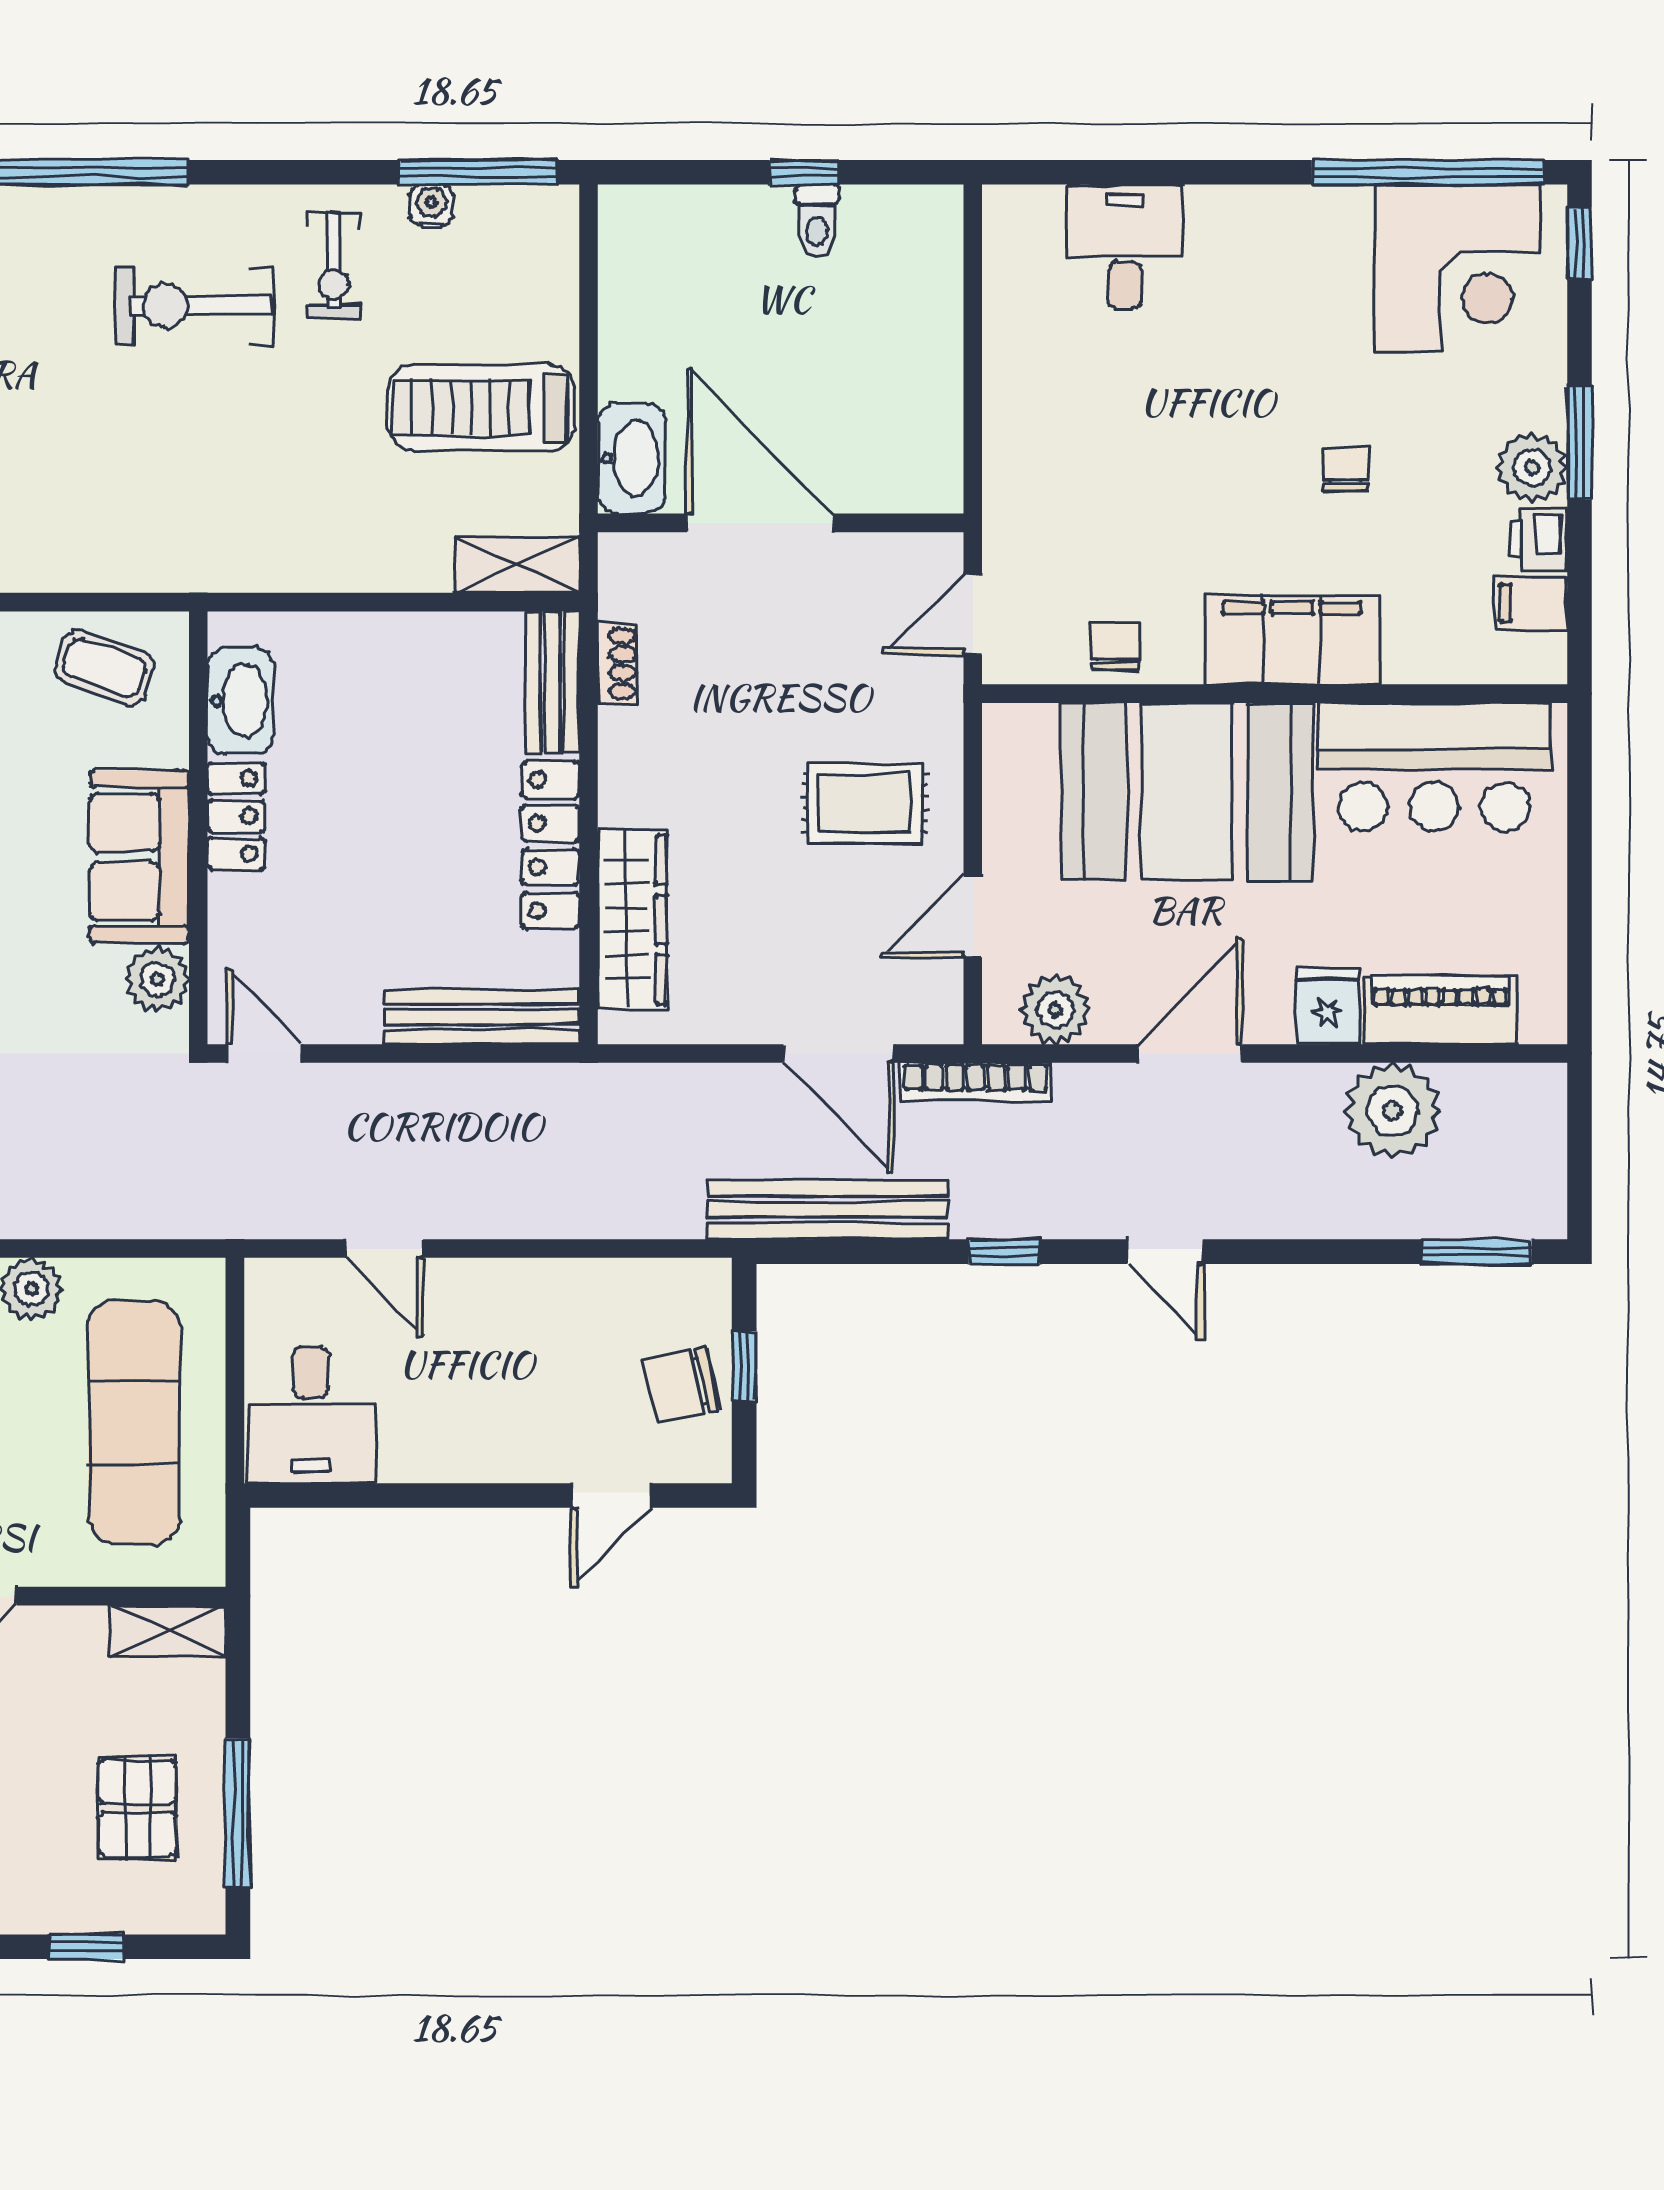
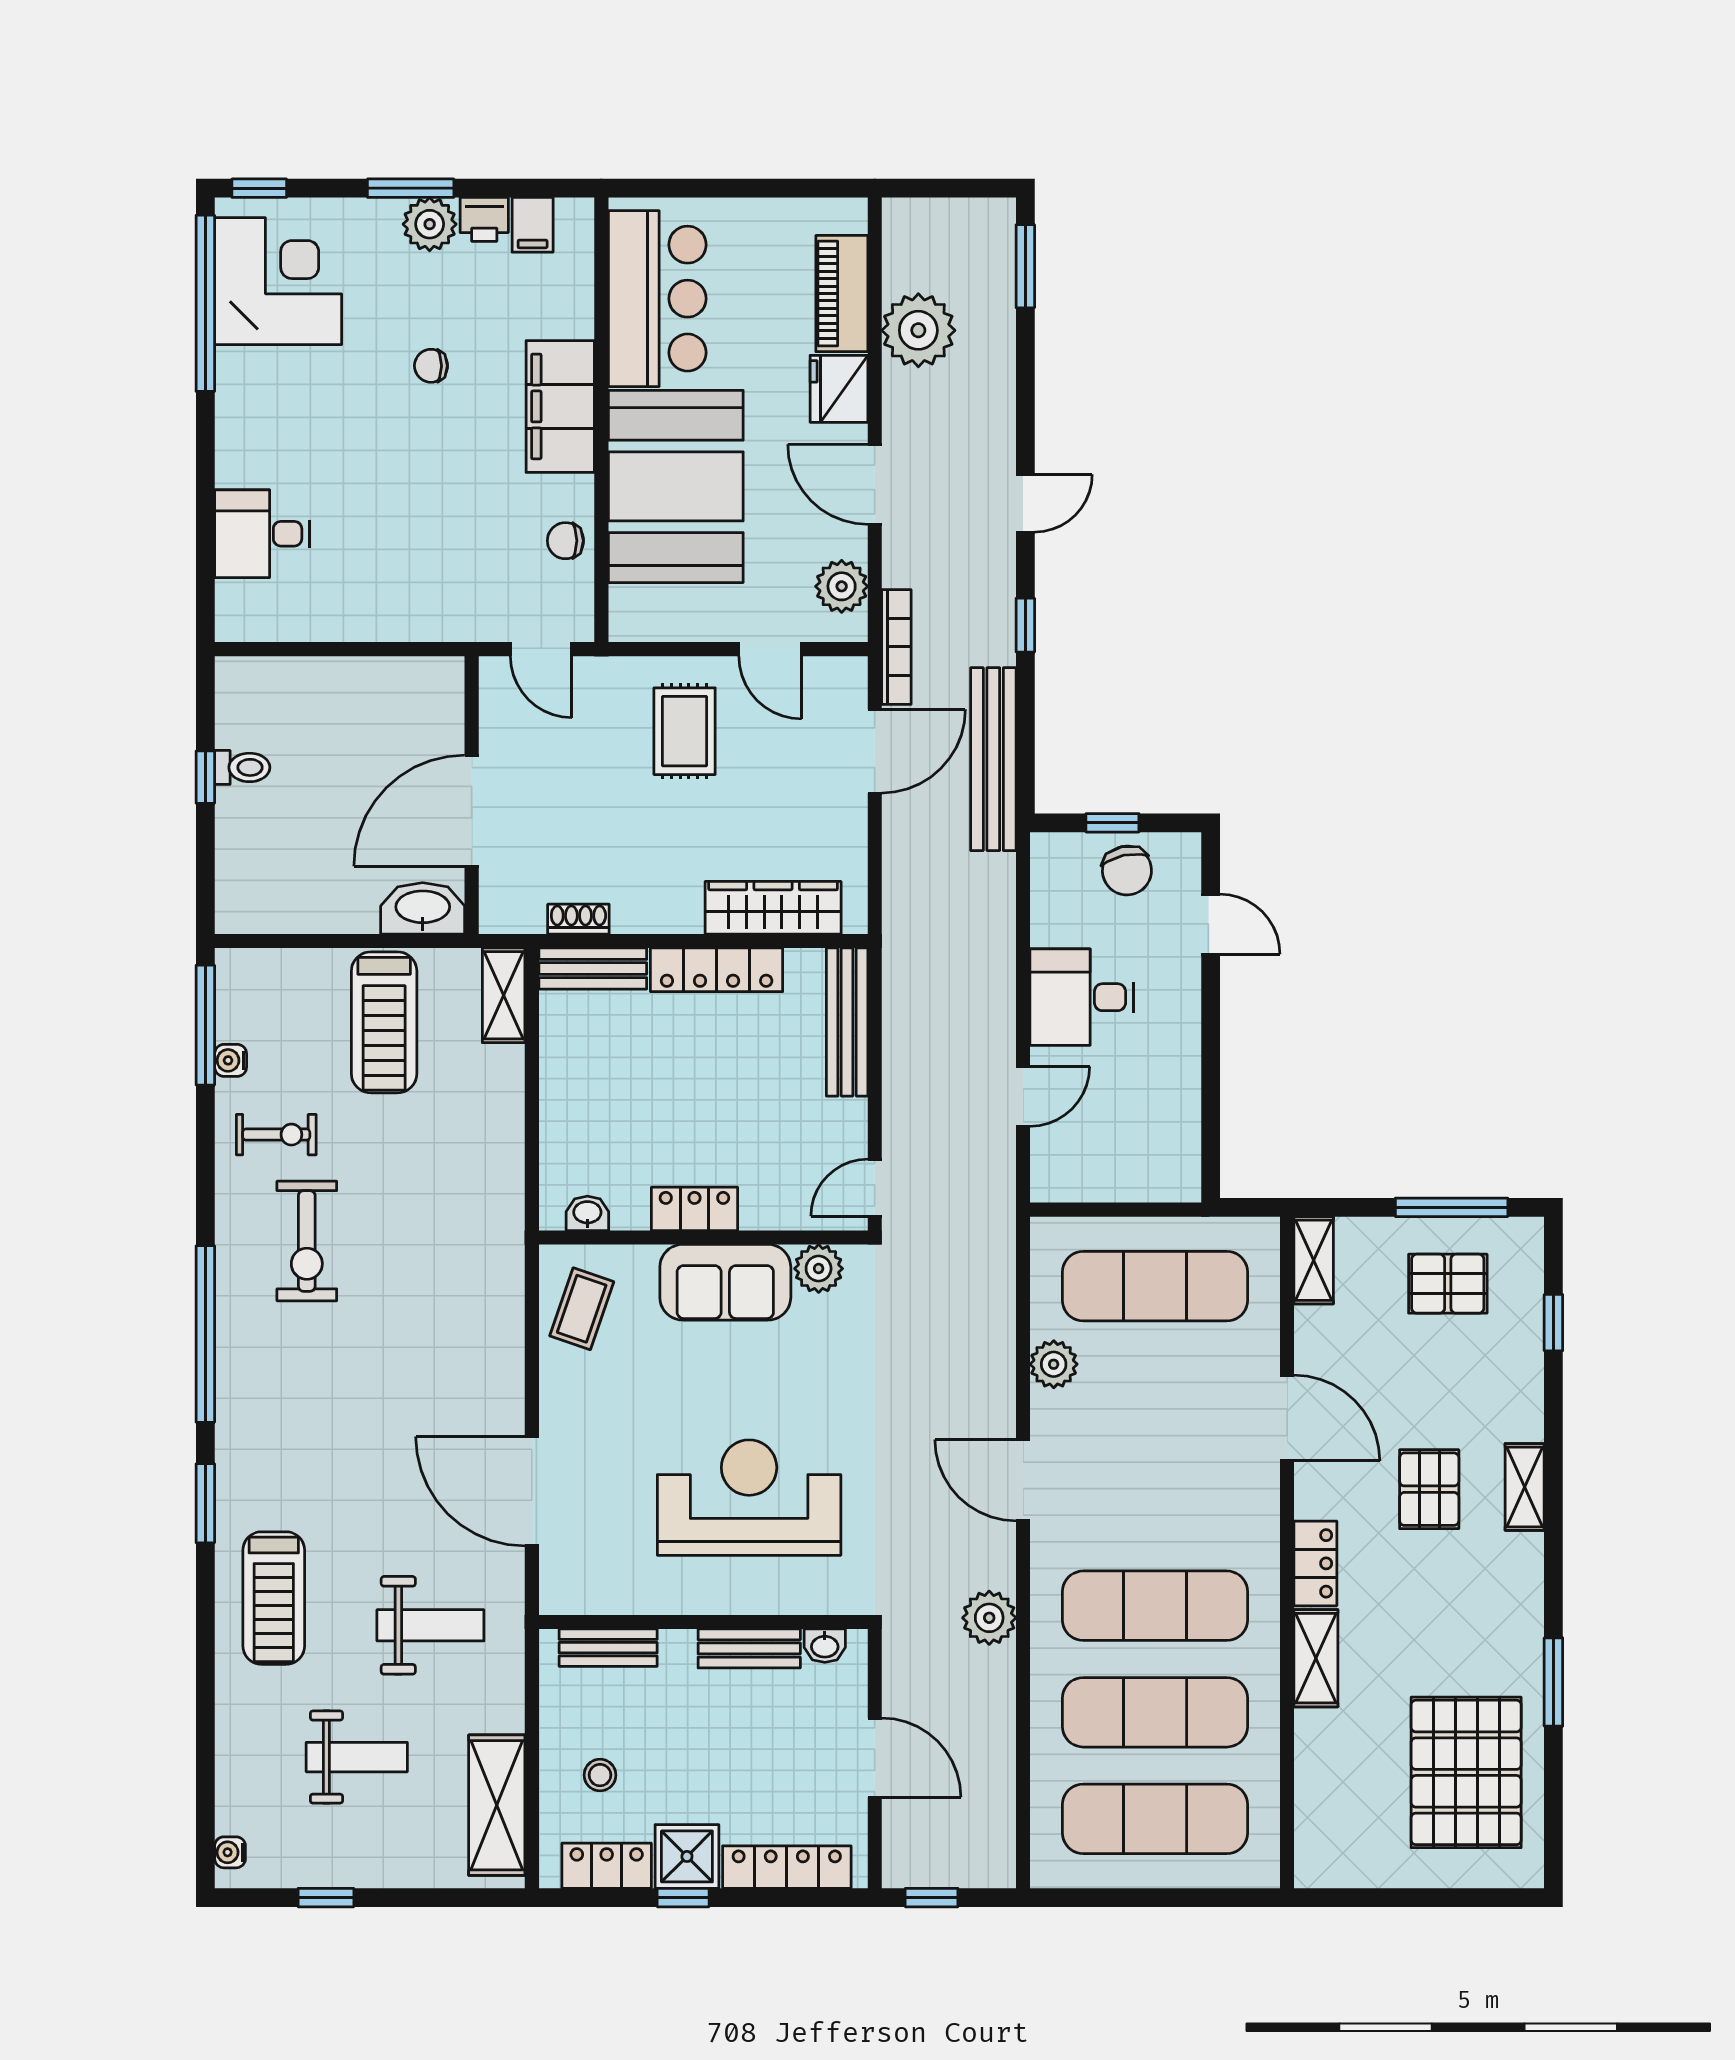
washbasin: (240, 701) -> (587, 1213), width x0.52, depth x0.69
fridge: (1328, 1006) -> (839, 389), width x1.38
desk: (311, 1415) -> (1082, 997), moved, turned 180

